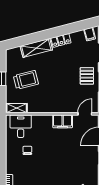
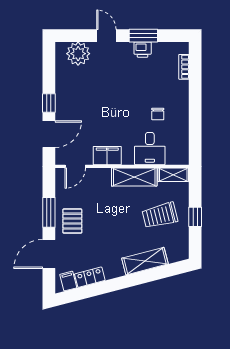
locker: (61, 40) -> (90, 277), moved
shelving: (44, 106) -> (134, 177), added
desk: (21, 126) -> (150, 149), moved

